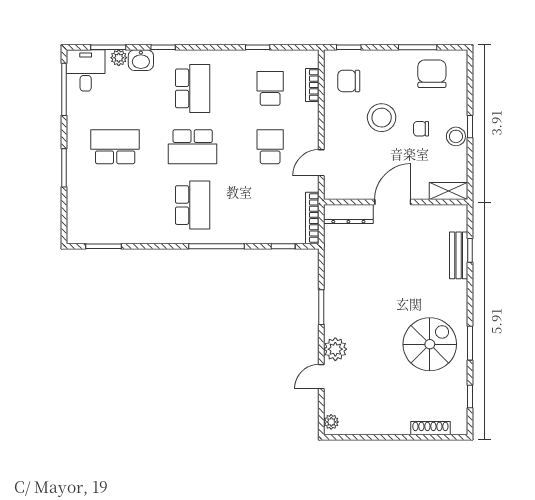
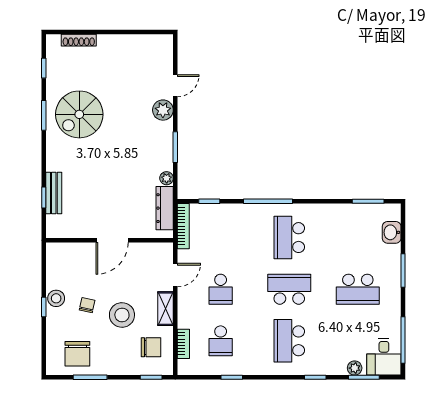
washbasin: (141, 60) -> (392, 232), moved, turned -90
chair: (421, 129) -> (87, 305), turned -78
shelving: (448, 191) -> (166, 309), moved, turned 90
dresser: (348, 214) -> (165, 208), moved, turned -90
plant: (331, 422) -> (167, 178), moved

